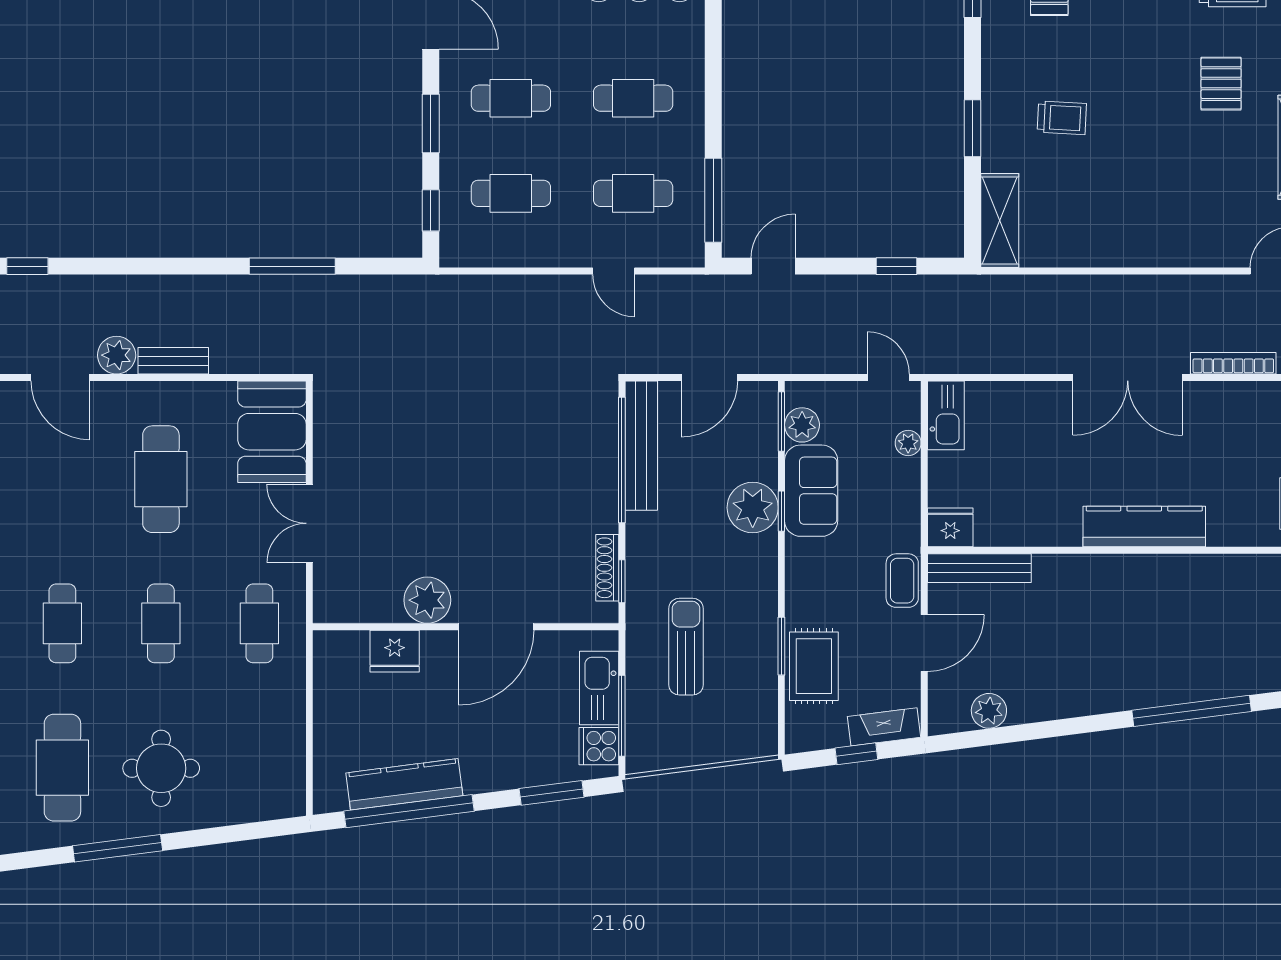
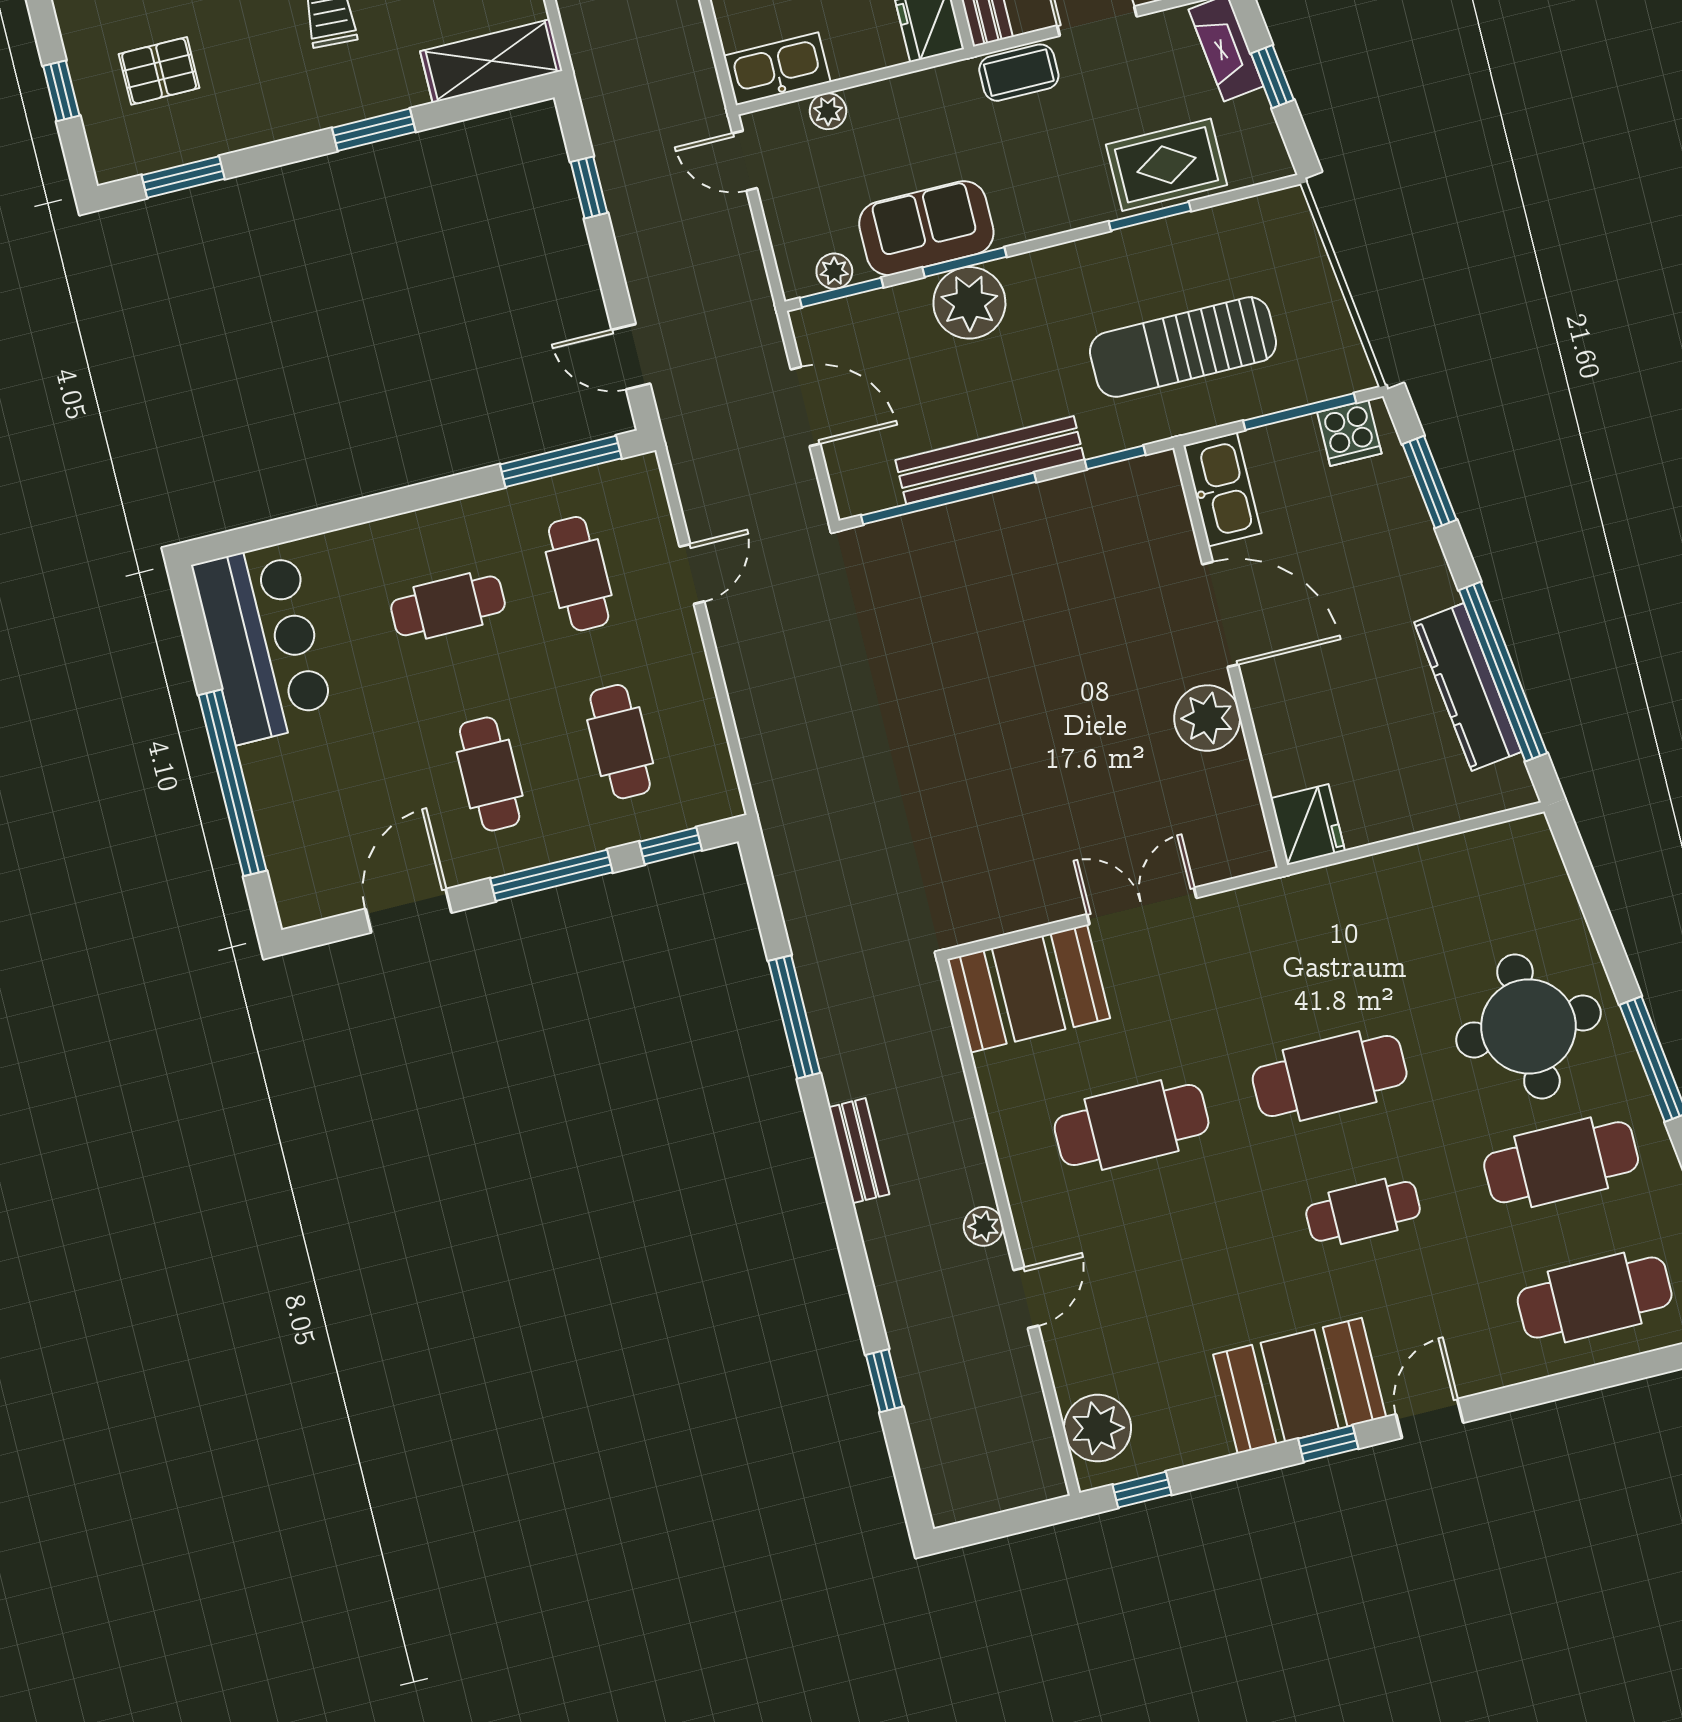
cafe table: (633, 98) -> (448, 606), turned 90
window: (431, 124) -> (551, 875), width x1.44
plant: (117, 355) -> (983, 1226), width x0.73, depth x0.73
bench: (173, 361) -> (859, 1151), moved
door: (60, 377) -> (1026, 1298), width x0.73
door: (888, 377) -> (745, 161), hinge flipped
plant: (802, 425) -> (834, 271), width x0.73, depth x0.73
bench: (641, 446) -> (990, 460), moved
window: (781, 511) -> (965, 262), width x1.50
double door: (309, 523) -> (1142, 906), swing flipped
shoe rack: (607, 568) -> (1102, 482), removed
cafe table: (161, 623) -> (1330, 1076), width x1.37, depth x1.35
cafe table: (259, 623) -> (1296, 941), removed
sun lounger: (686, 647) -> (1183, 347), width x1.36, depth x1.34
fridge: (395, 651) -> (1308, 825), moved
kitchen sink: (599, 688) -> (1222, 490), moved, turned -90
round table: (161, 768) -> (1528, 1026), width x1.36, depth x1.36

